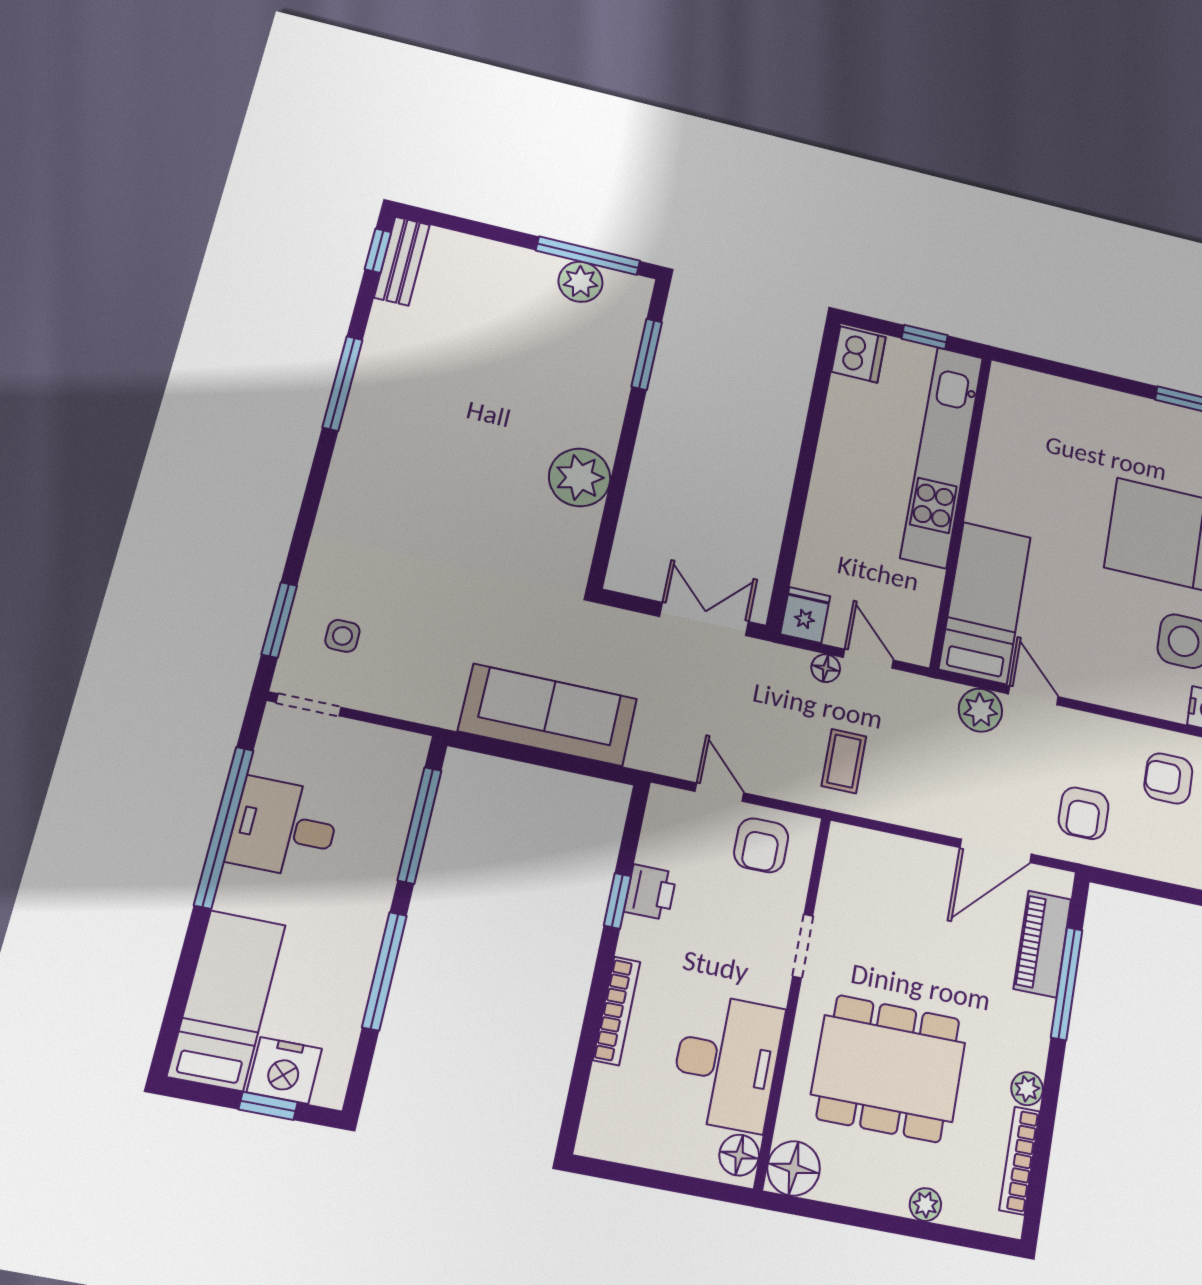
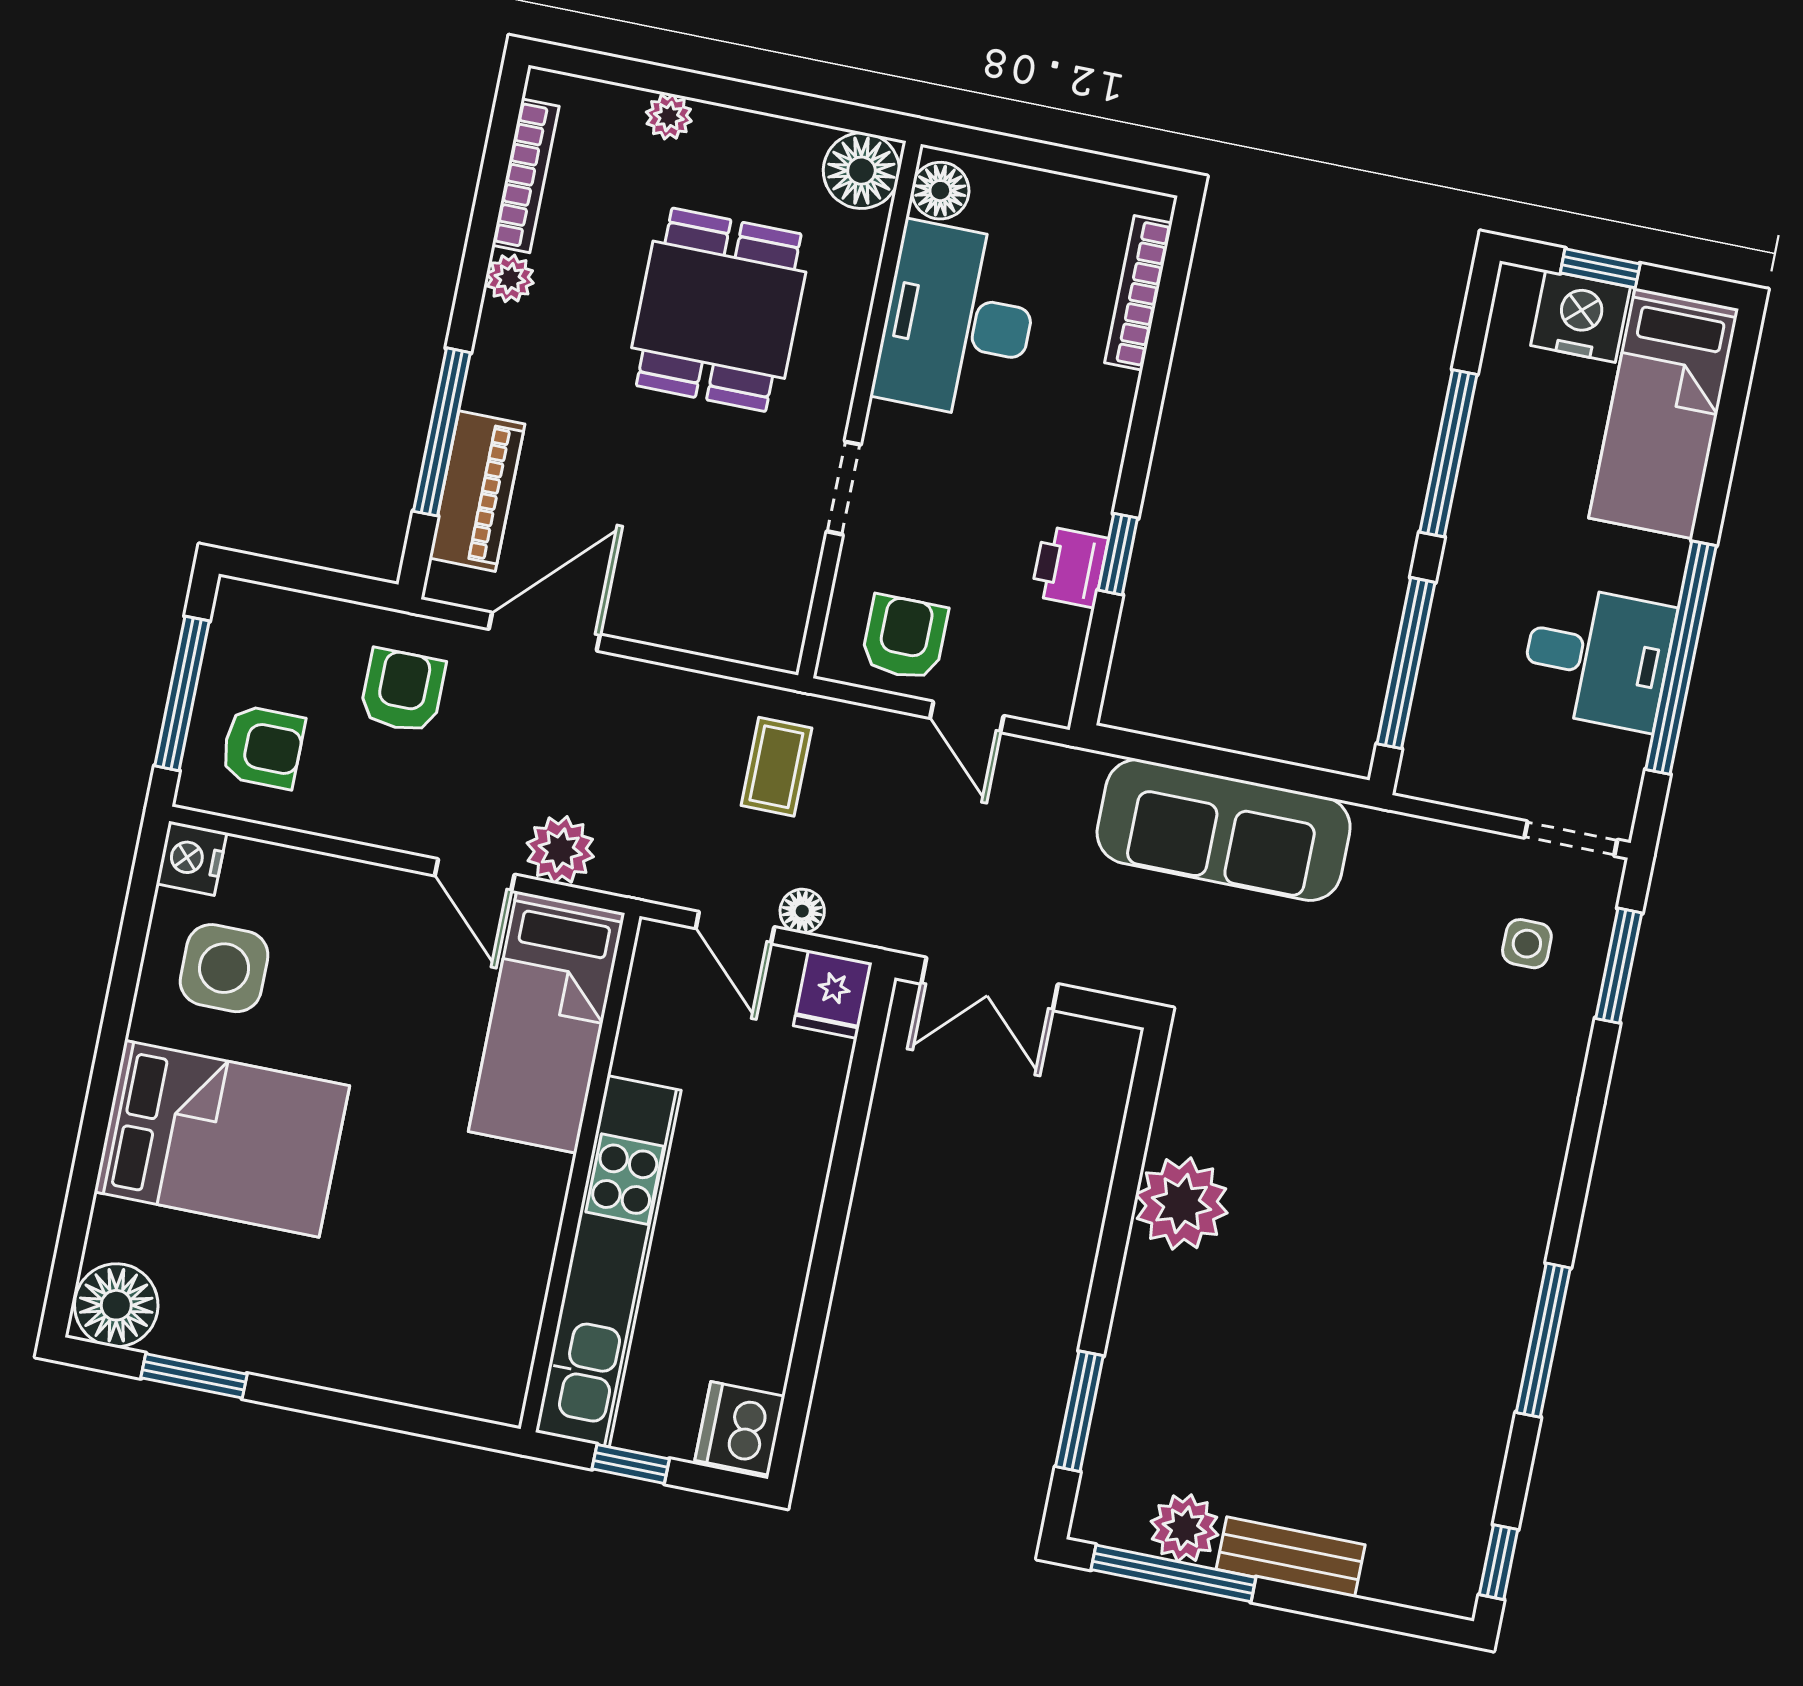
bench: (402, 261) -> (1291, 1557), moved, turned 90
bookcase: (617, 1011) -> (1138, 293), moved
dining table: (888, 1068) -> (719, 310), width x0.73

